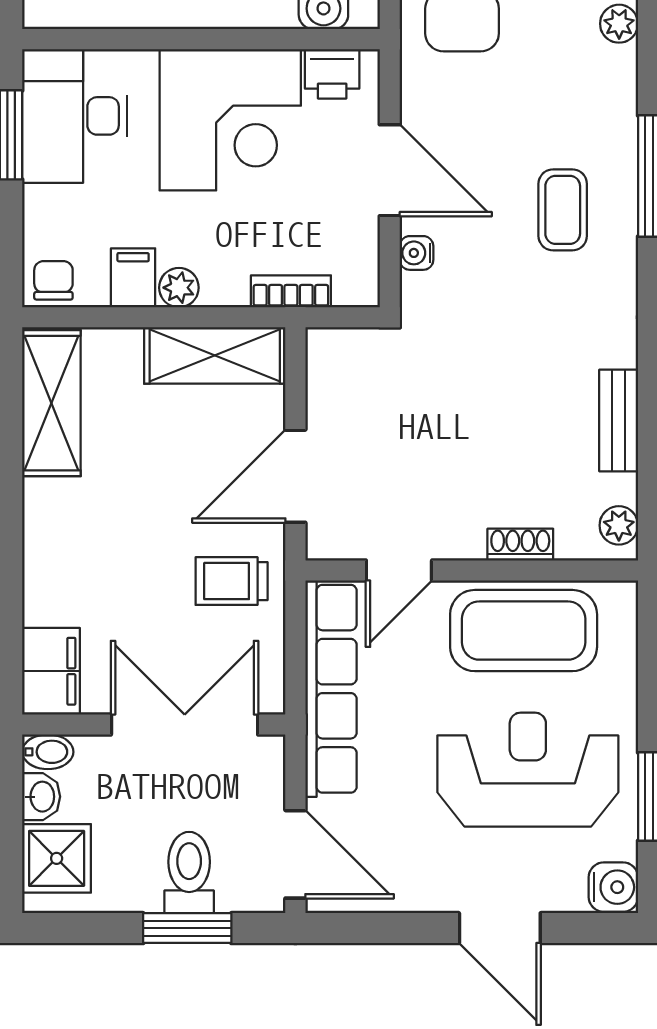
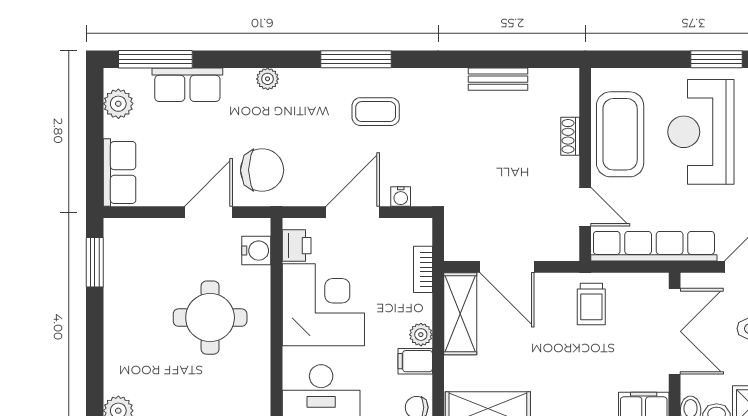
door: (295, 476) -> (507, 267), moved
plant: (619, 525) -> (559, 79), removed
double door: (185, 724) -> (675, 331), swing flipped

